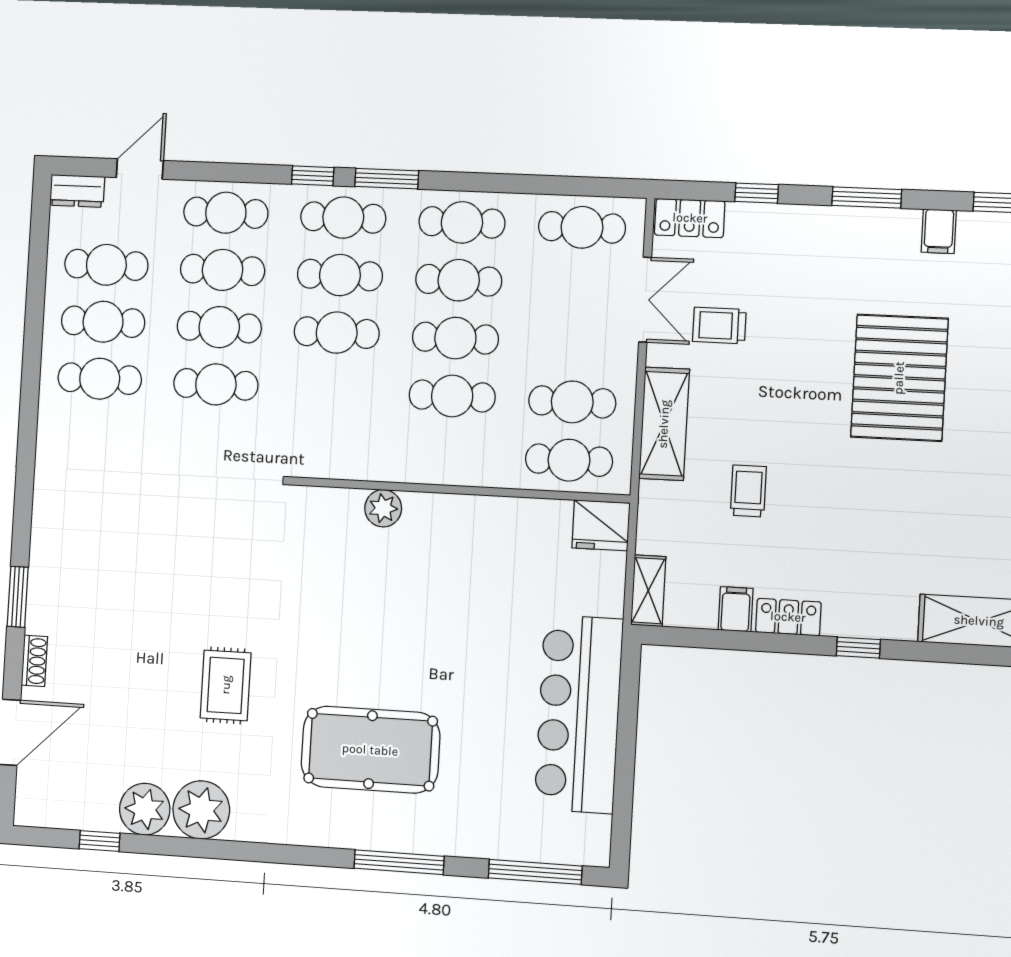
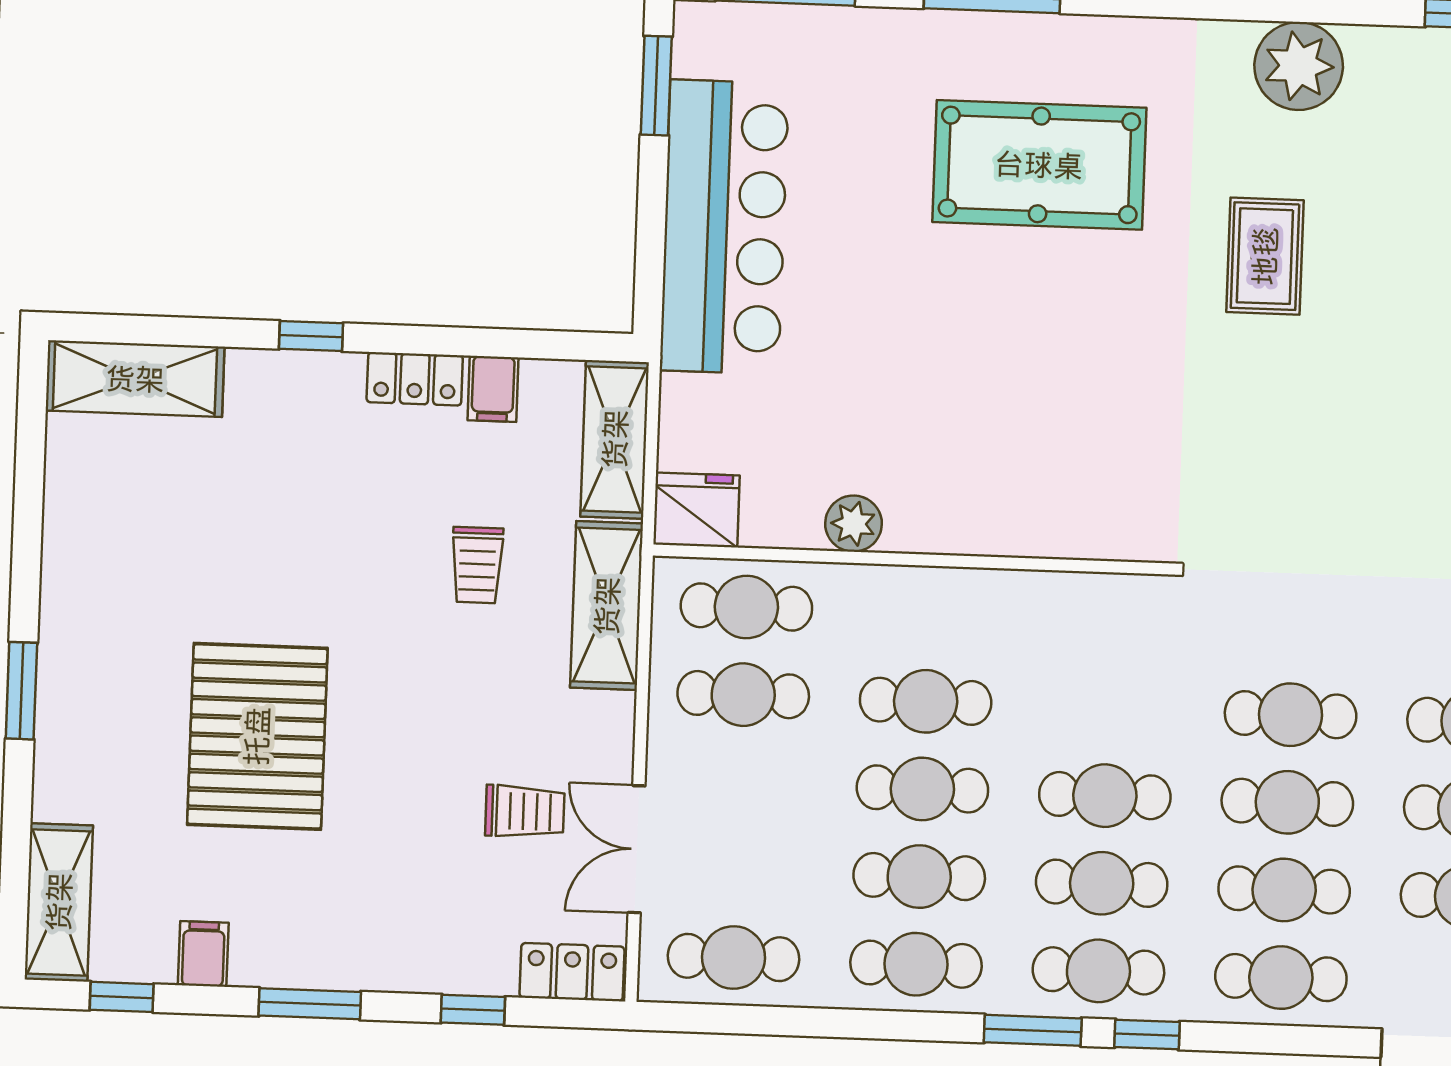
shelving: (664, 424) -> (607, 606), moved
plant: (383, 508) -> (854, 524), moved
shelving: (648, 591) -> (615, 439), width x1.50, depth x1.33
plant: (145, 809) -> (1387, 64), removed
window: (622, 810) -> (656, 86), added

